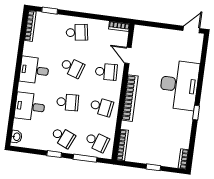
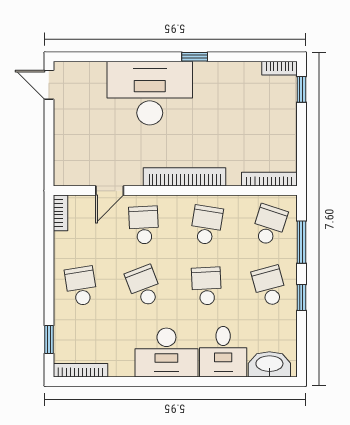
school desk: (72, 67) -> (144, 286), turned -39
desk: (34, 70) -> (166, 353), width x1.37
washbasin: (16, 137) -> (269, 364), width x1.91, depth x1.45
school desk: (63, 137) -> (269, 286), turned -39
window: (153, 167) -> (301, 89), moved

